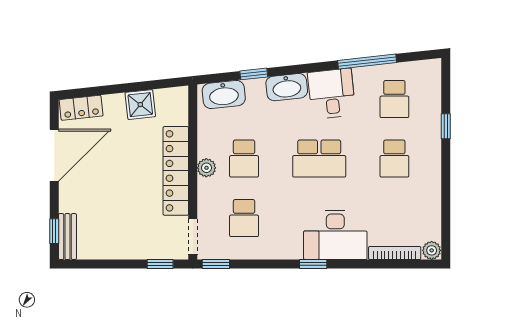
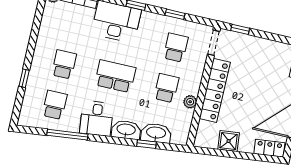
washbasin: (224, 94) -> (156, 133), moved
plant: (206, 168) -> (190, 102), moved
window: (216, 264) -> (175, 14), moved

